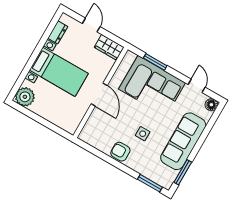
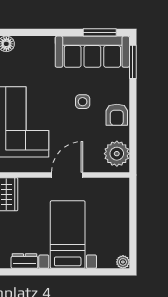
plant: (25, 97) -> (123, 262), width x0.53, depth x0.53
plant: (94, 136) -> (117, 154), added
sofa: (183, 141) -> (92, 52), moved

